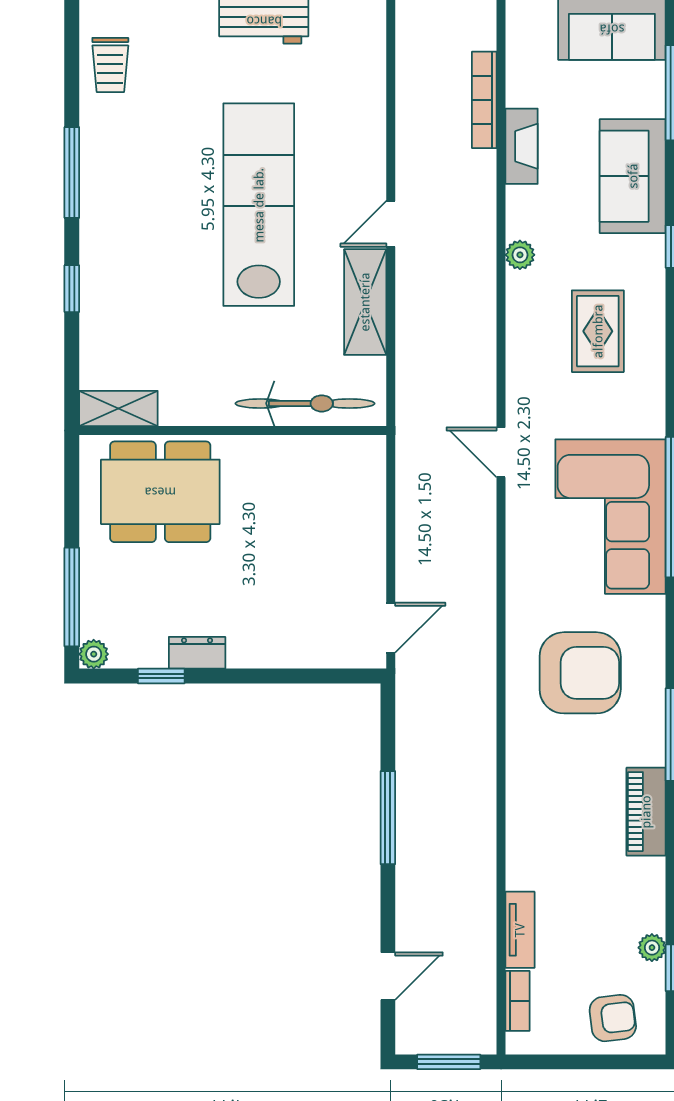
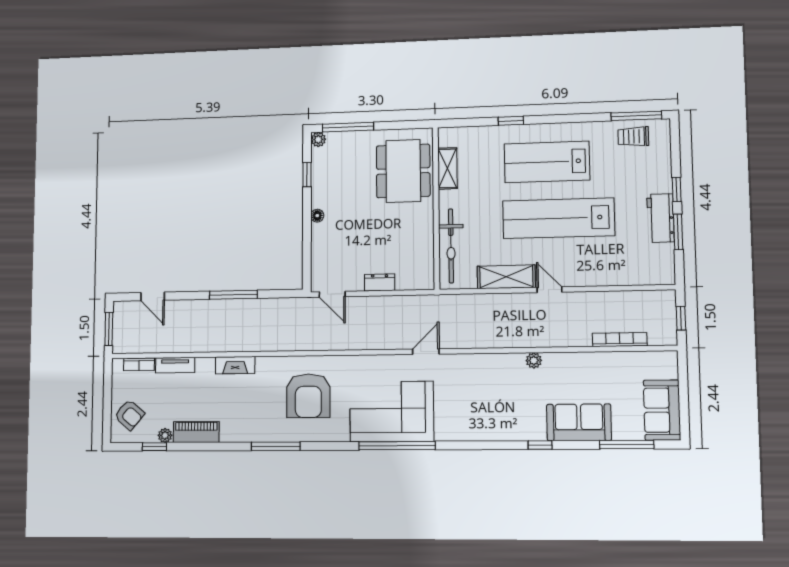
fireplace: (522, 146) -> (235, 365), moved
window: (72, 172) -> (636, 116), moved
lab bench: (259, 205) -> (558, 218), turned 180
lab bench: (152, 224) -> (547, 162), added
rug: (598, 331) -> (492, 404), removed
shelving: (118, 408) -> (447, 168), moved
dresser: (197, 653) -> (380, 282), moved, turned -90
floor lamp: (241, 656) -> (317, 216), added
piano: (646, 812) -> (196, 432), moved
armchair: (613, 1018) -> (129, 415), turned -43

